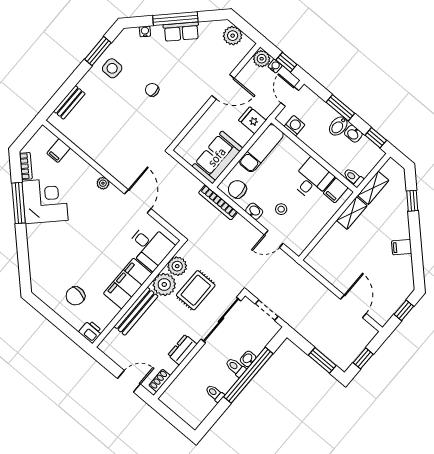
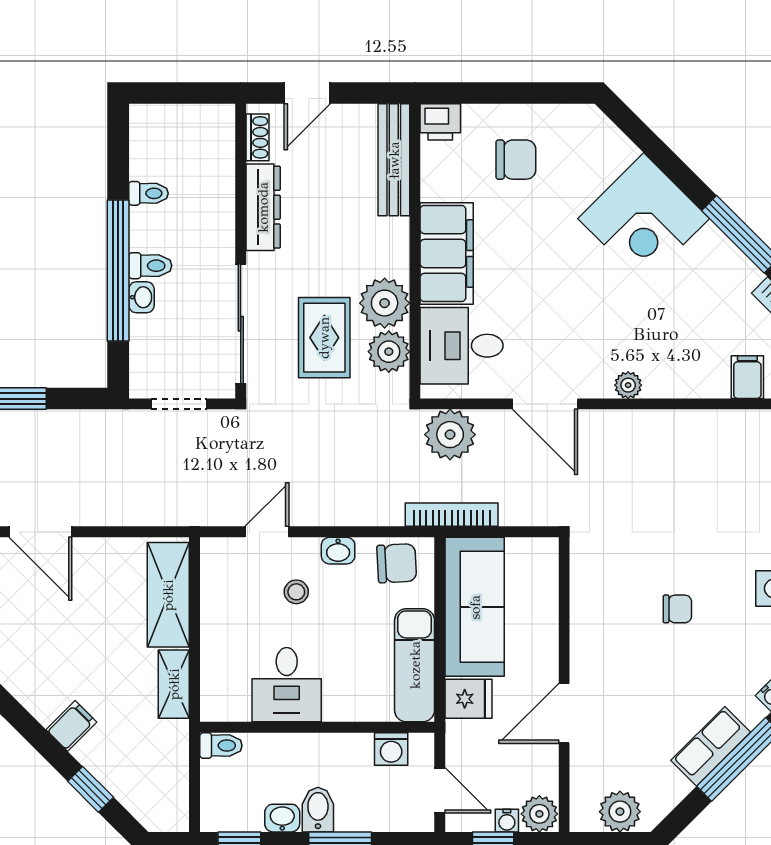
sofa: (217, 157) -> (475, 607), width x1.36
shelving: (373, 188) -> (168, 595), moved, width x1.50, depth x1.33
filing cabinet: (336, 190) -> (232, 699), removed
corner desk: (45, 201) -> (644, 219), moved
bookcase: (218, 202) -> (452, 515), moved
plant: (180, 219) -> (450, 435), added
filing cabinet: (402, 247) -> (71, 726), moved
chair: (75, 296) -> (516, 160), turned 81
bench: (136, 311) -> (394, 160), moved
dresser: (182, 350) -> (263, 207), width x1.44

